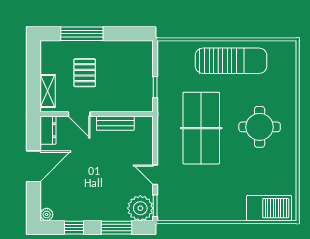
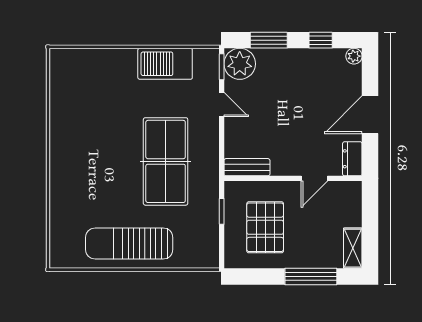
pallet: (85, 73) -> (265, 227), moved, width x1.50, depth x1.42
shelving: (48, 91) -> (353, 248), moved
door: (79, 114) -> (314, 178), swing flipped
bench: (115, 123) -> (247, 167), moved
round table: (260, 127) -> (94, 163), removed
barbecue: (269, 208) -> (165, 64), moved

